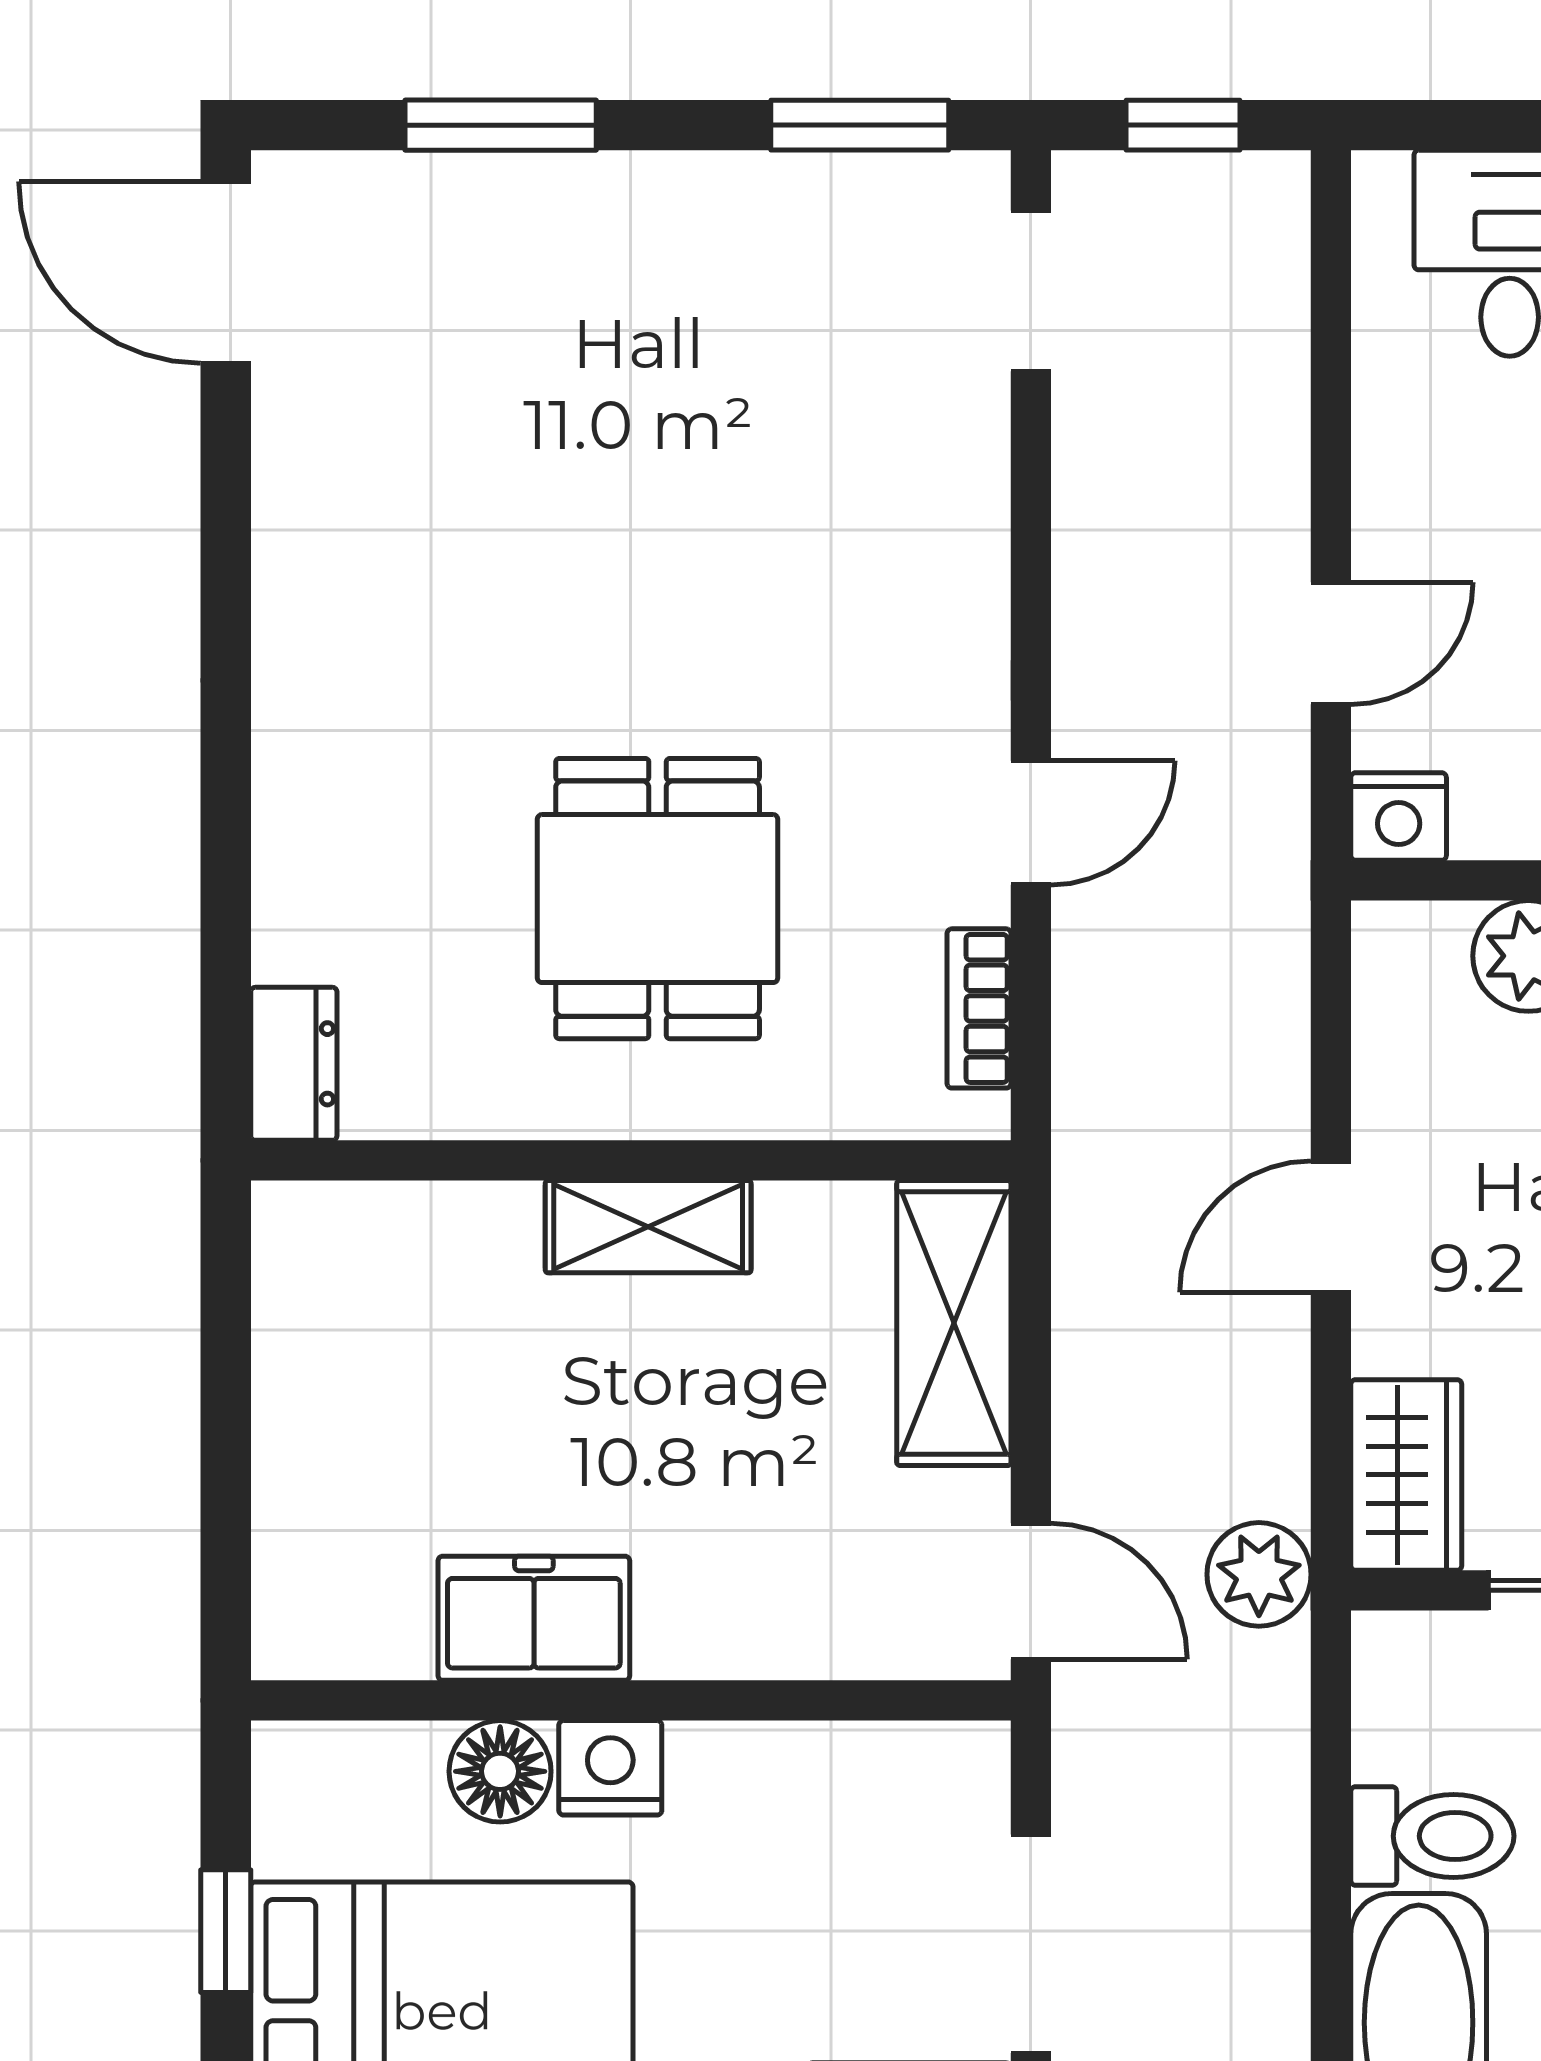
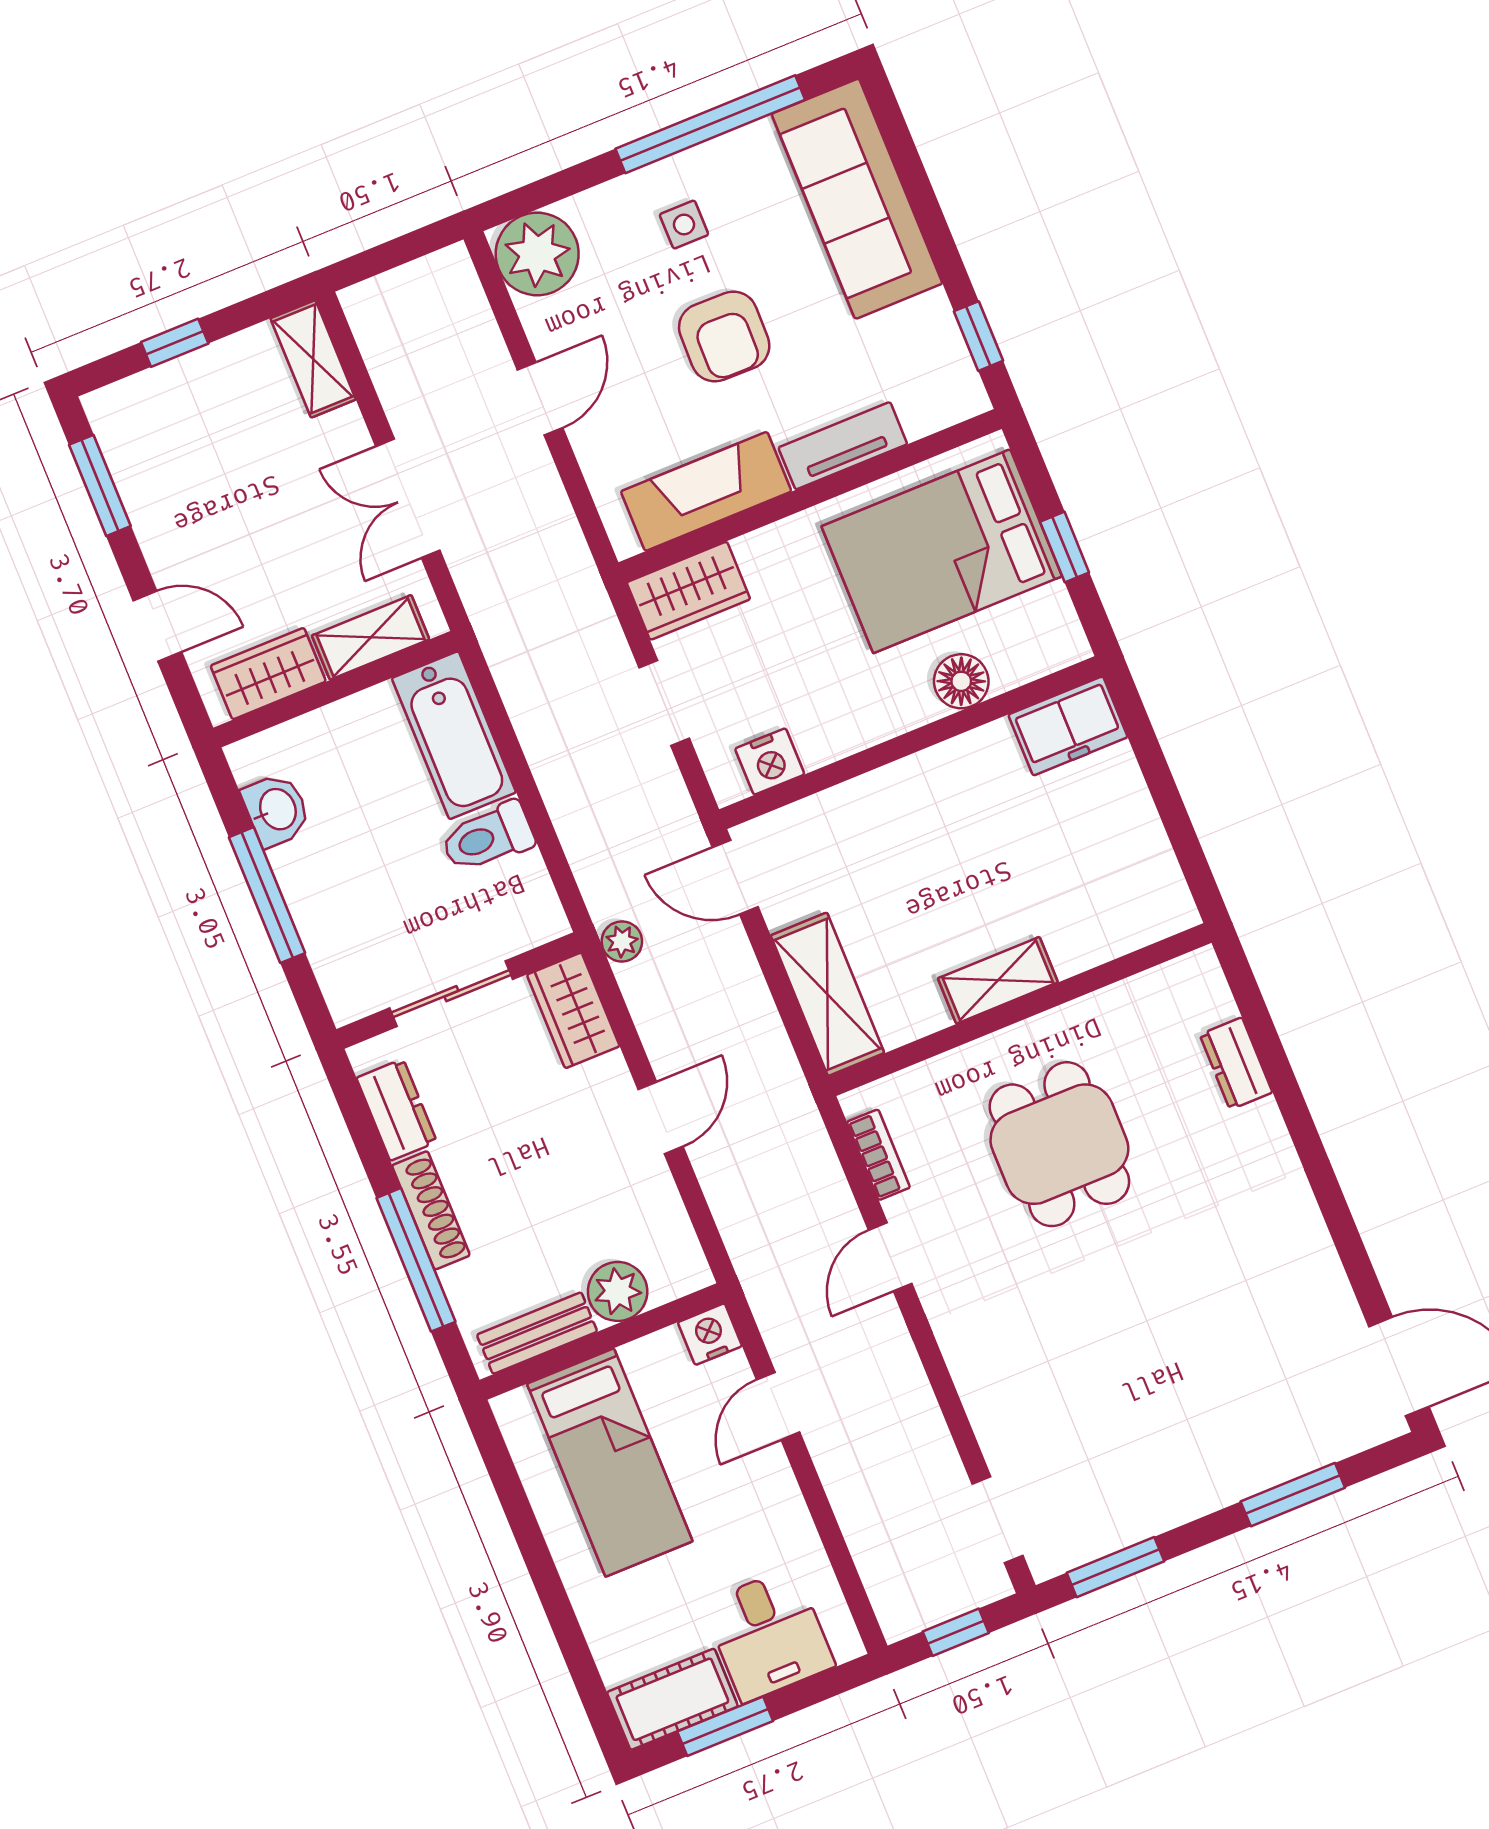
dresser: (294, 1064) -> (1236, 1063), moved
plant: (1259, 1574) -> (622, 941), width x0.73, depth x0.73
freezer: (534, 1618) -> (1068, 726), moved
nightstand: (610, 1768) -> (770, 761), moved
doorway: (1031, 1944) -> (664, 703), width x0.73

